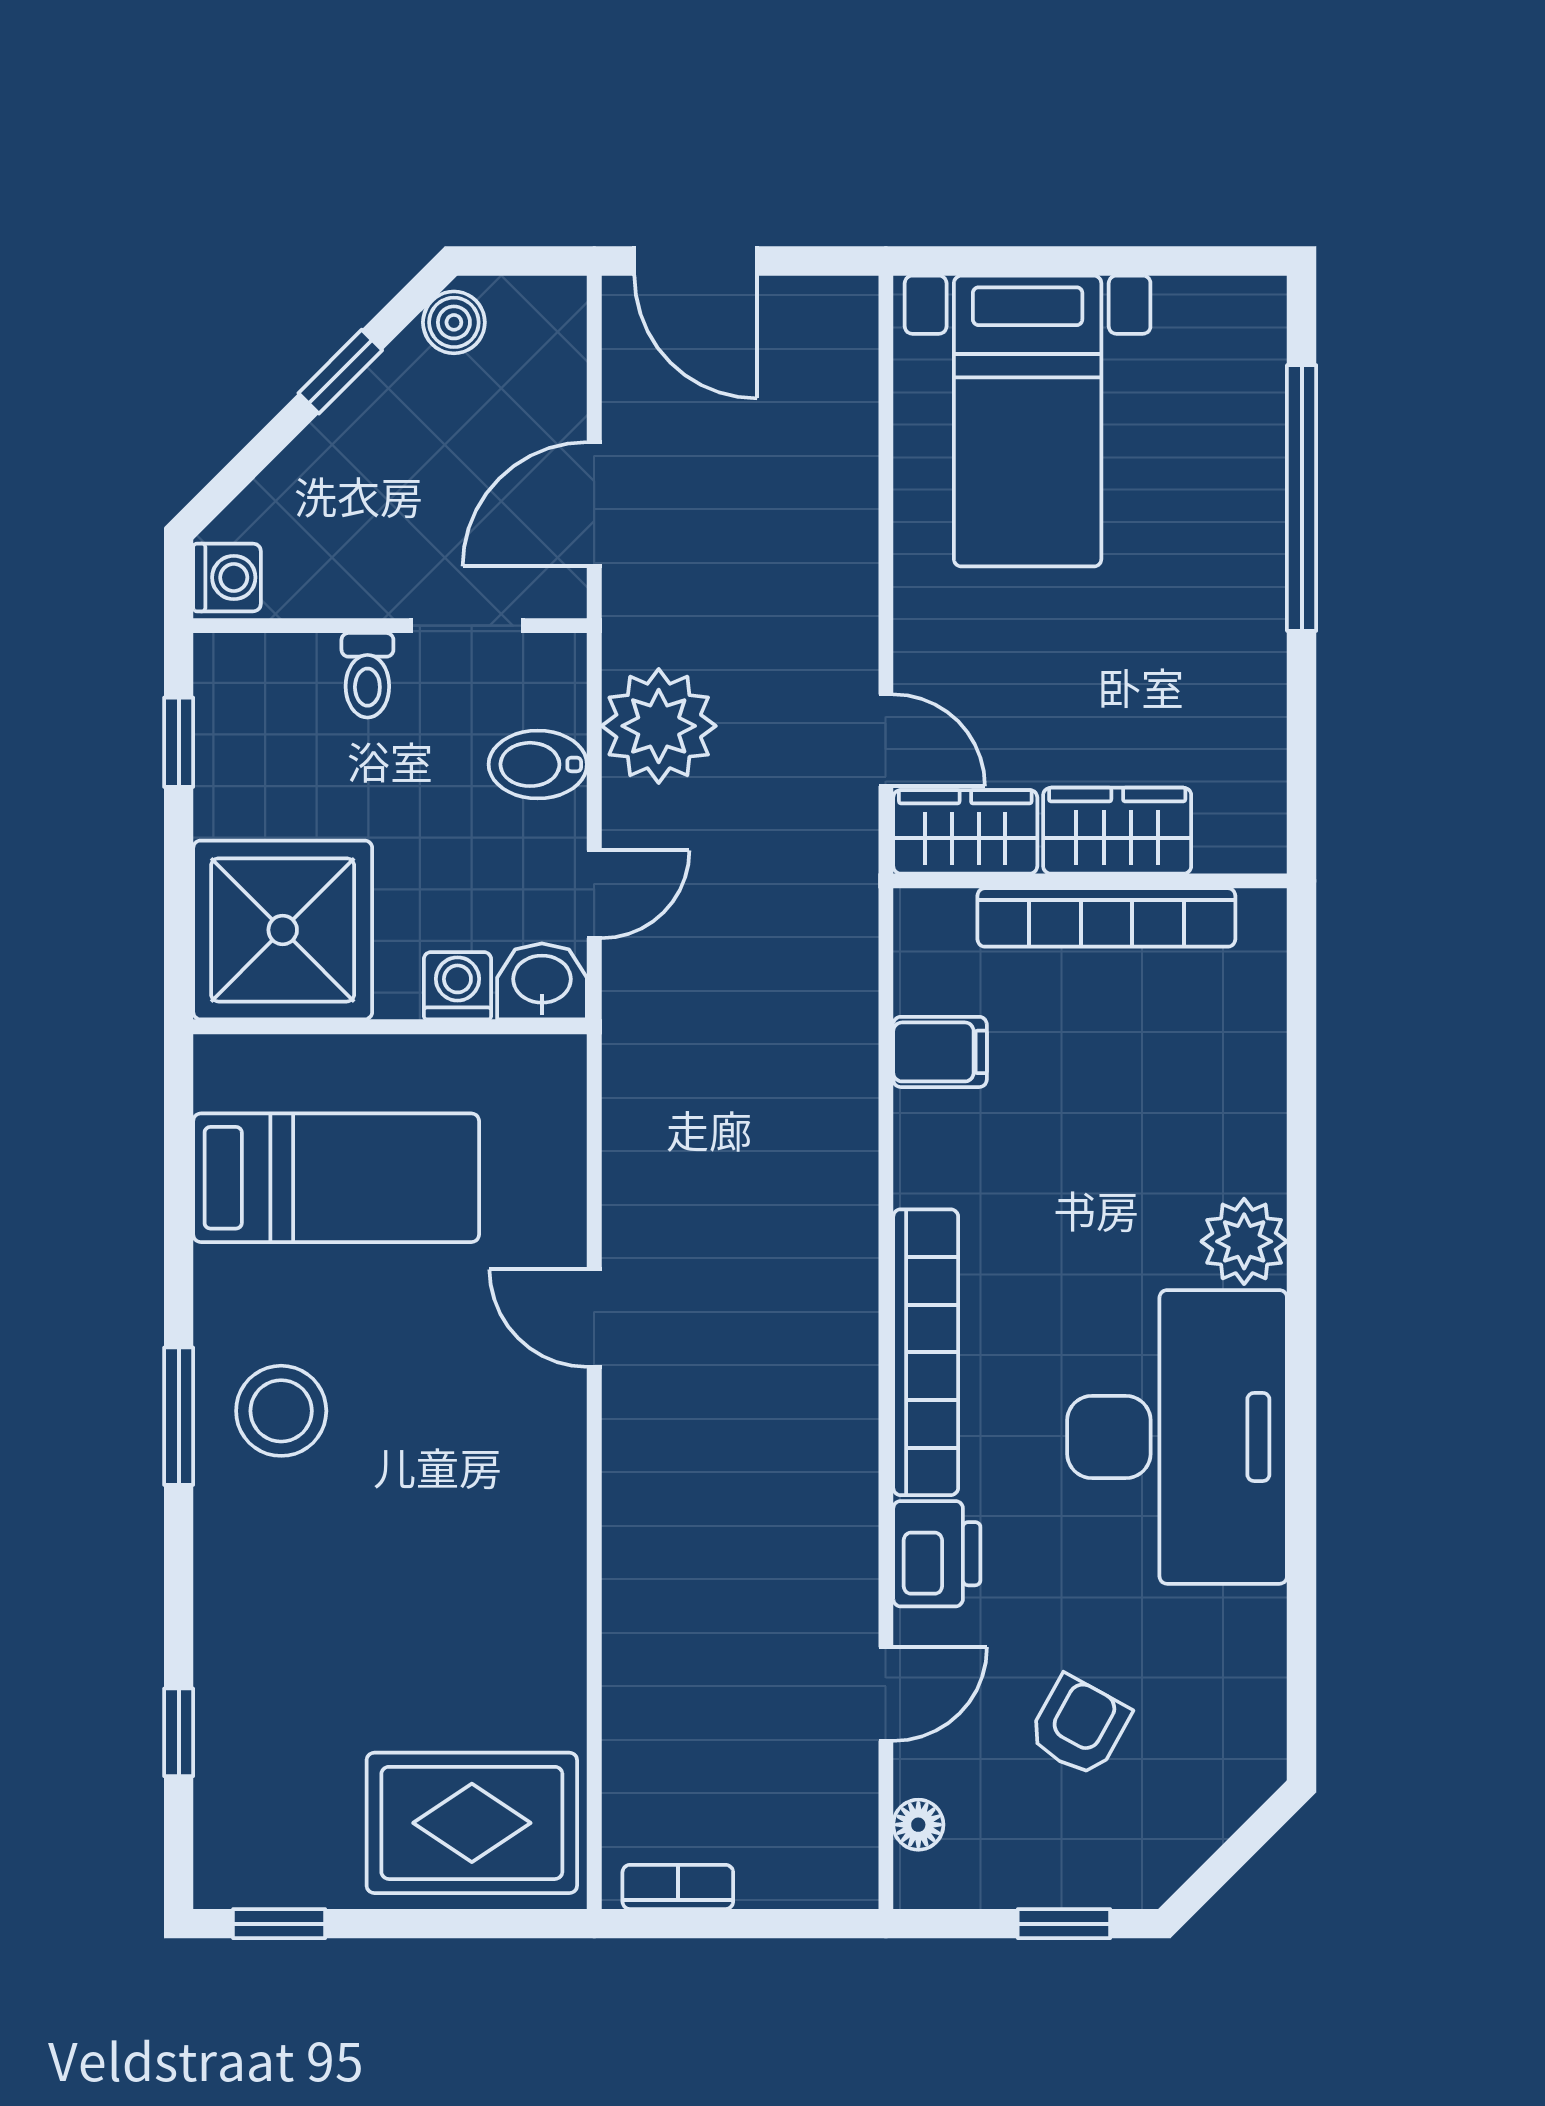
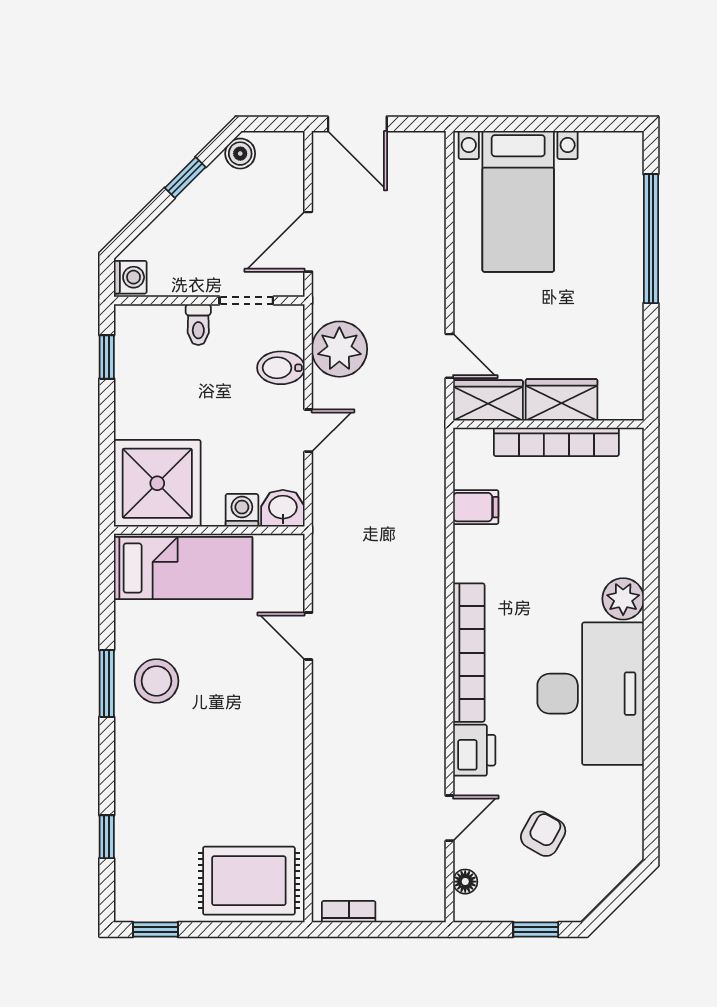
shower: (283, 930) -> (157, 483), moved
washbasin: (542, 981) -> (283, 508), moved
washing machine: (457, 986) -> (242, 510), moved
wall: (390, 1027) -> (209, 530), moved

